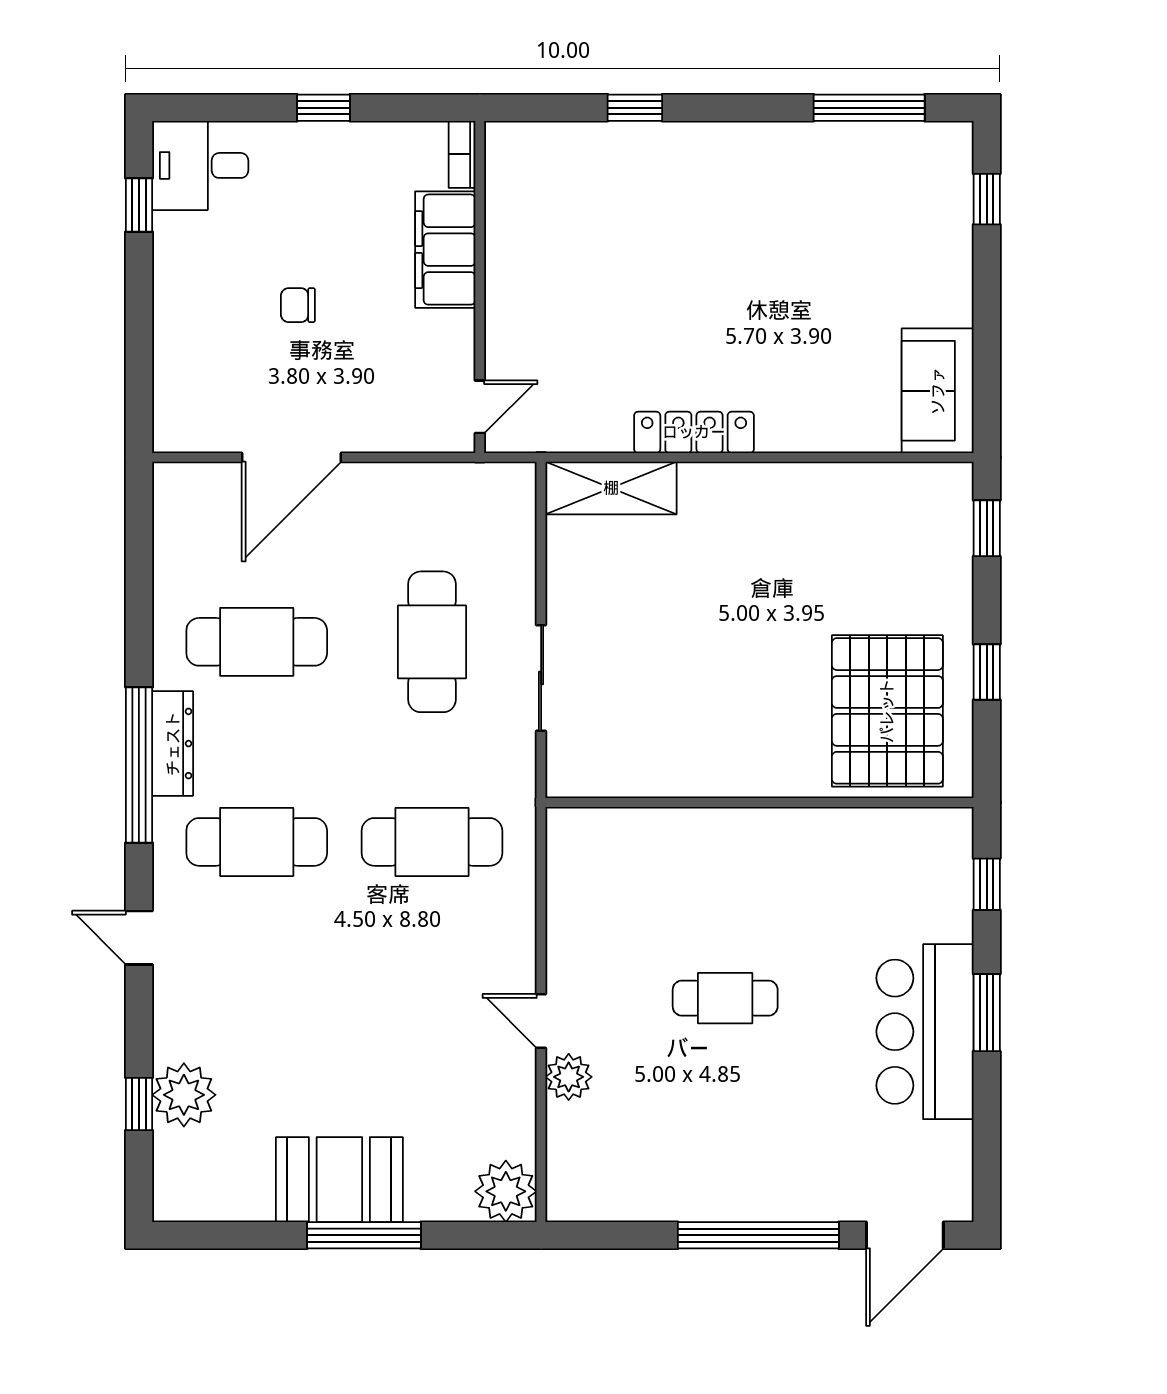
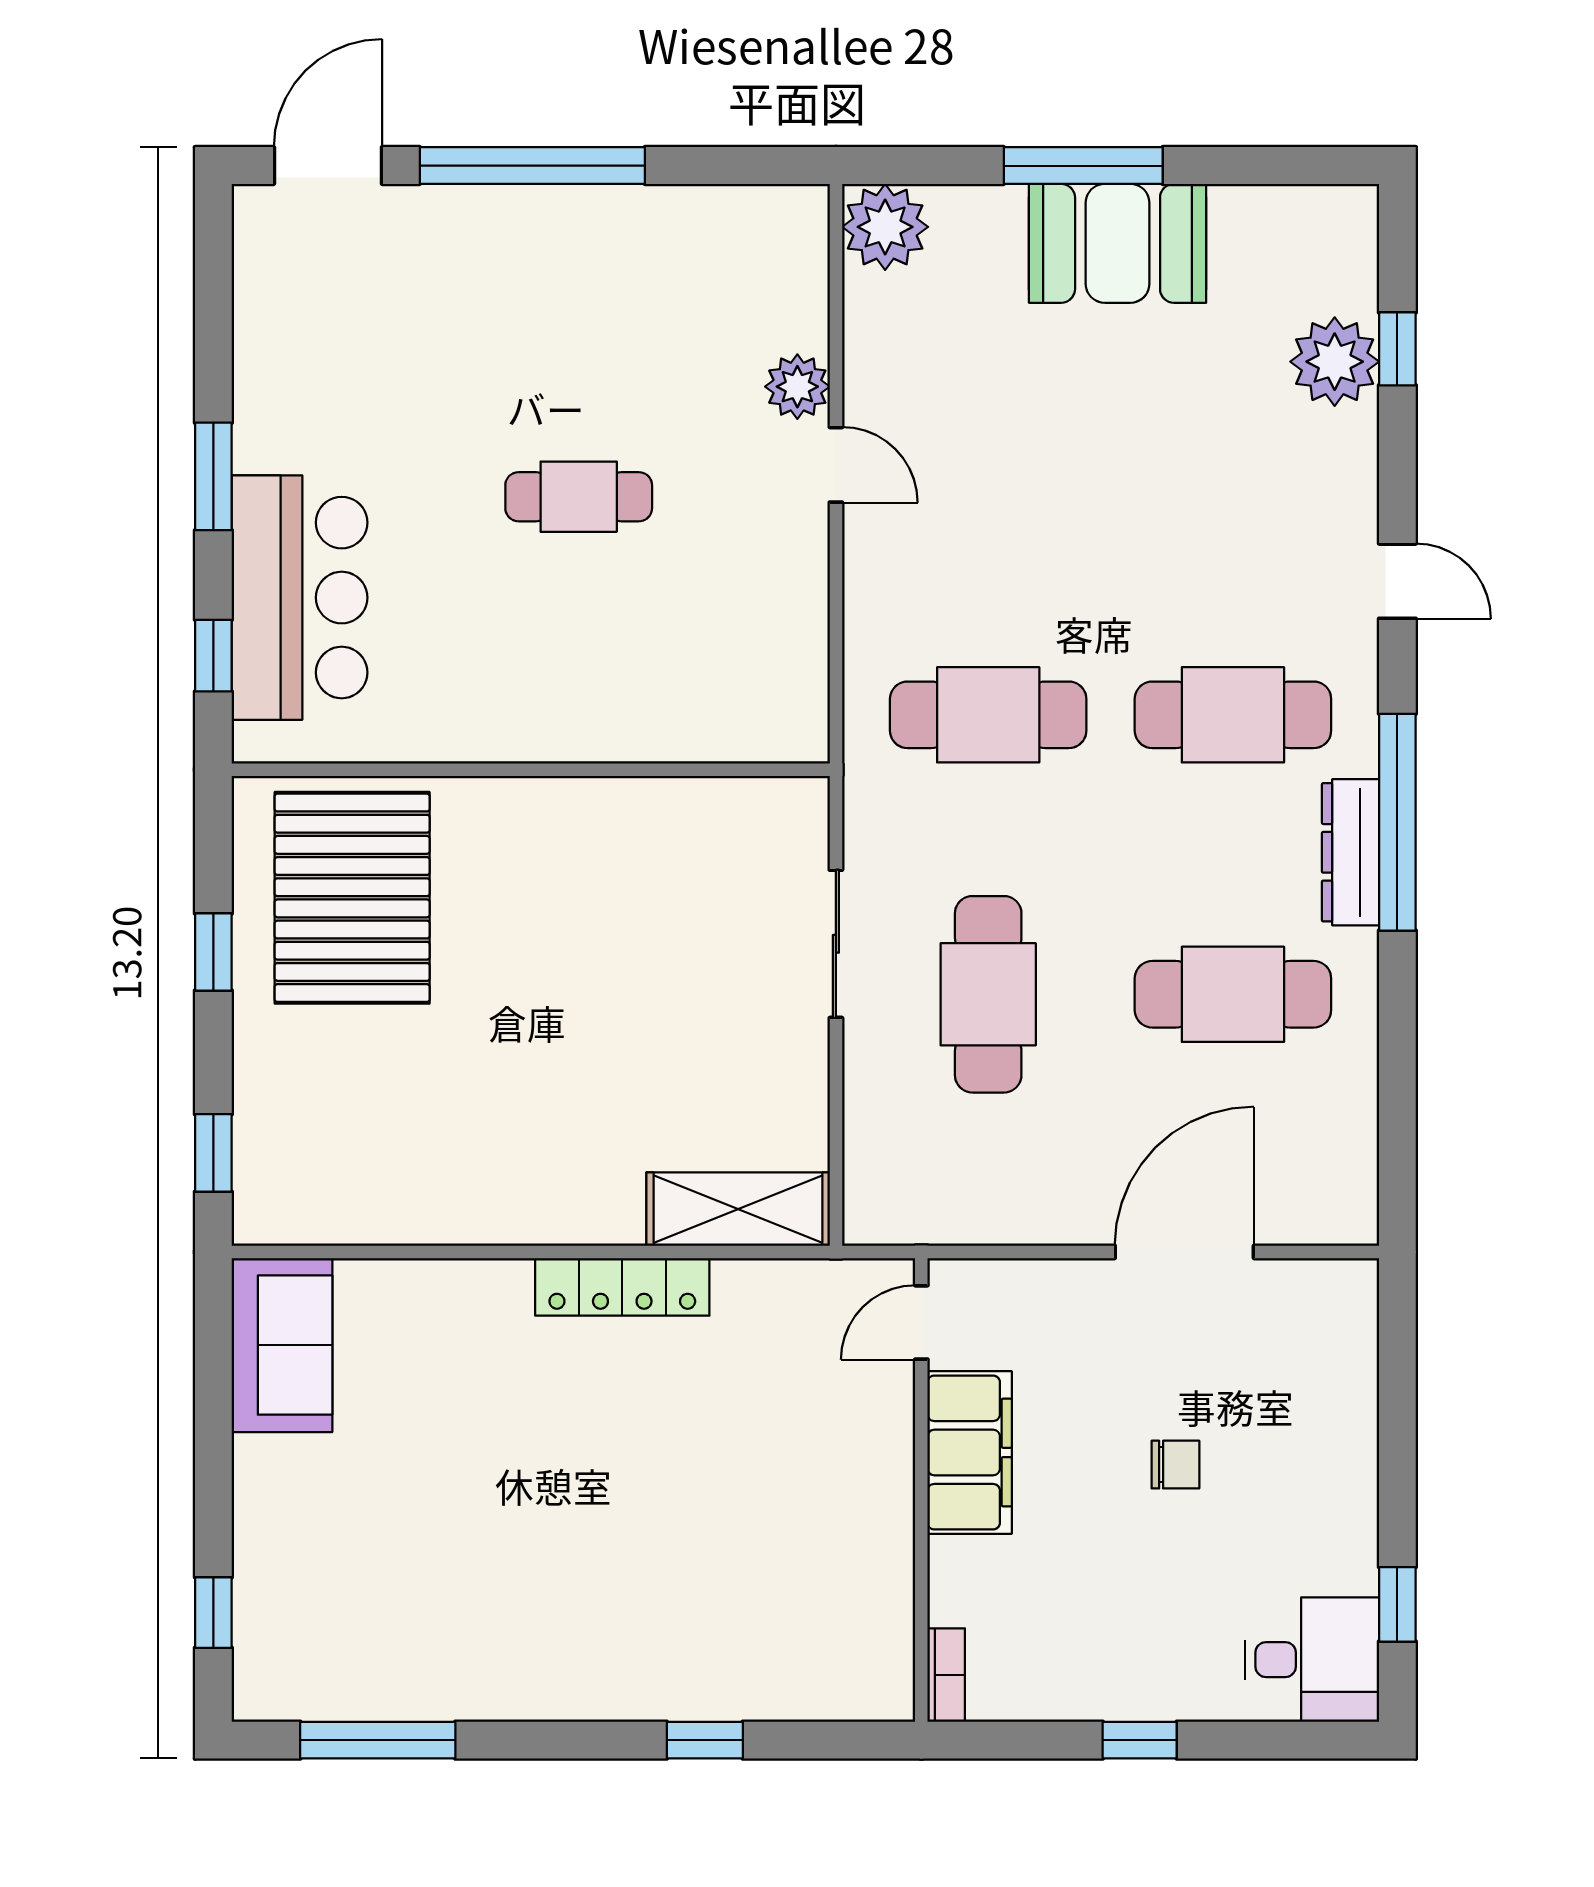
filing cabinet: (445, 250) -> (970, 1452), moved
bar counter: (925, 1032) -> (300, 598), moved

